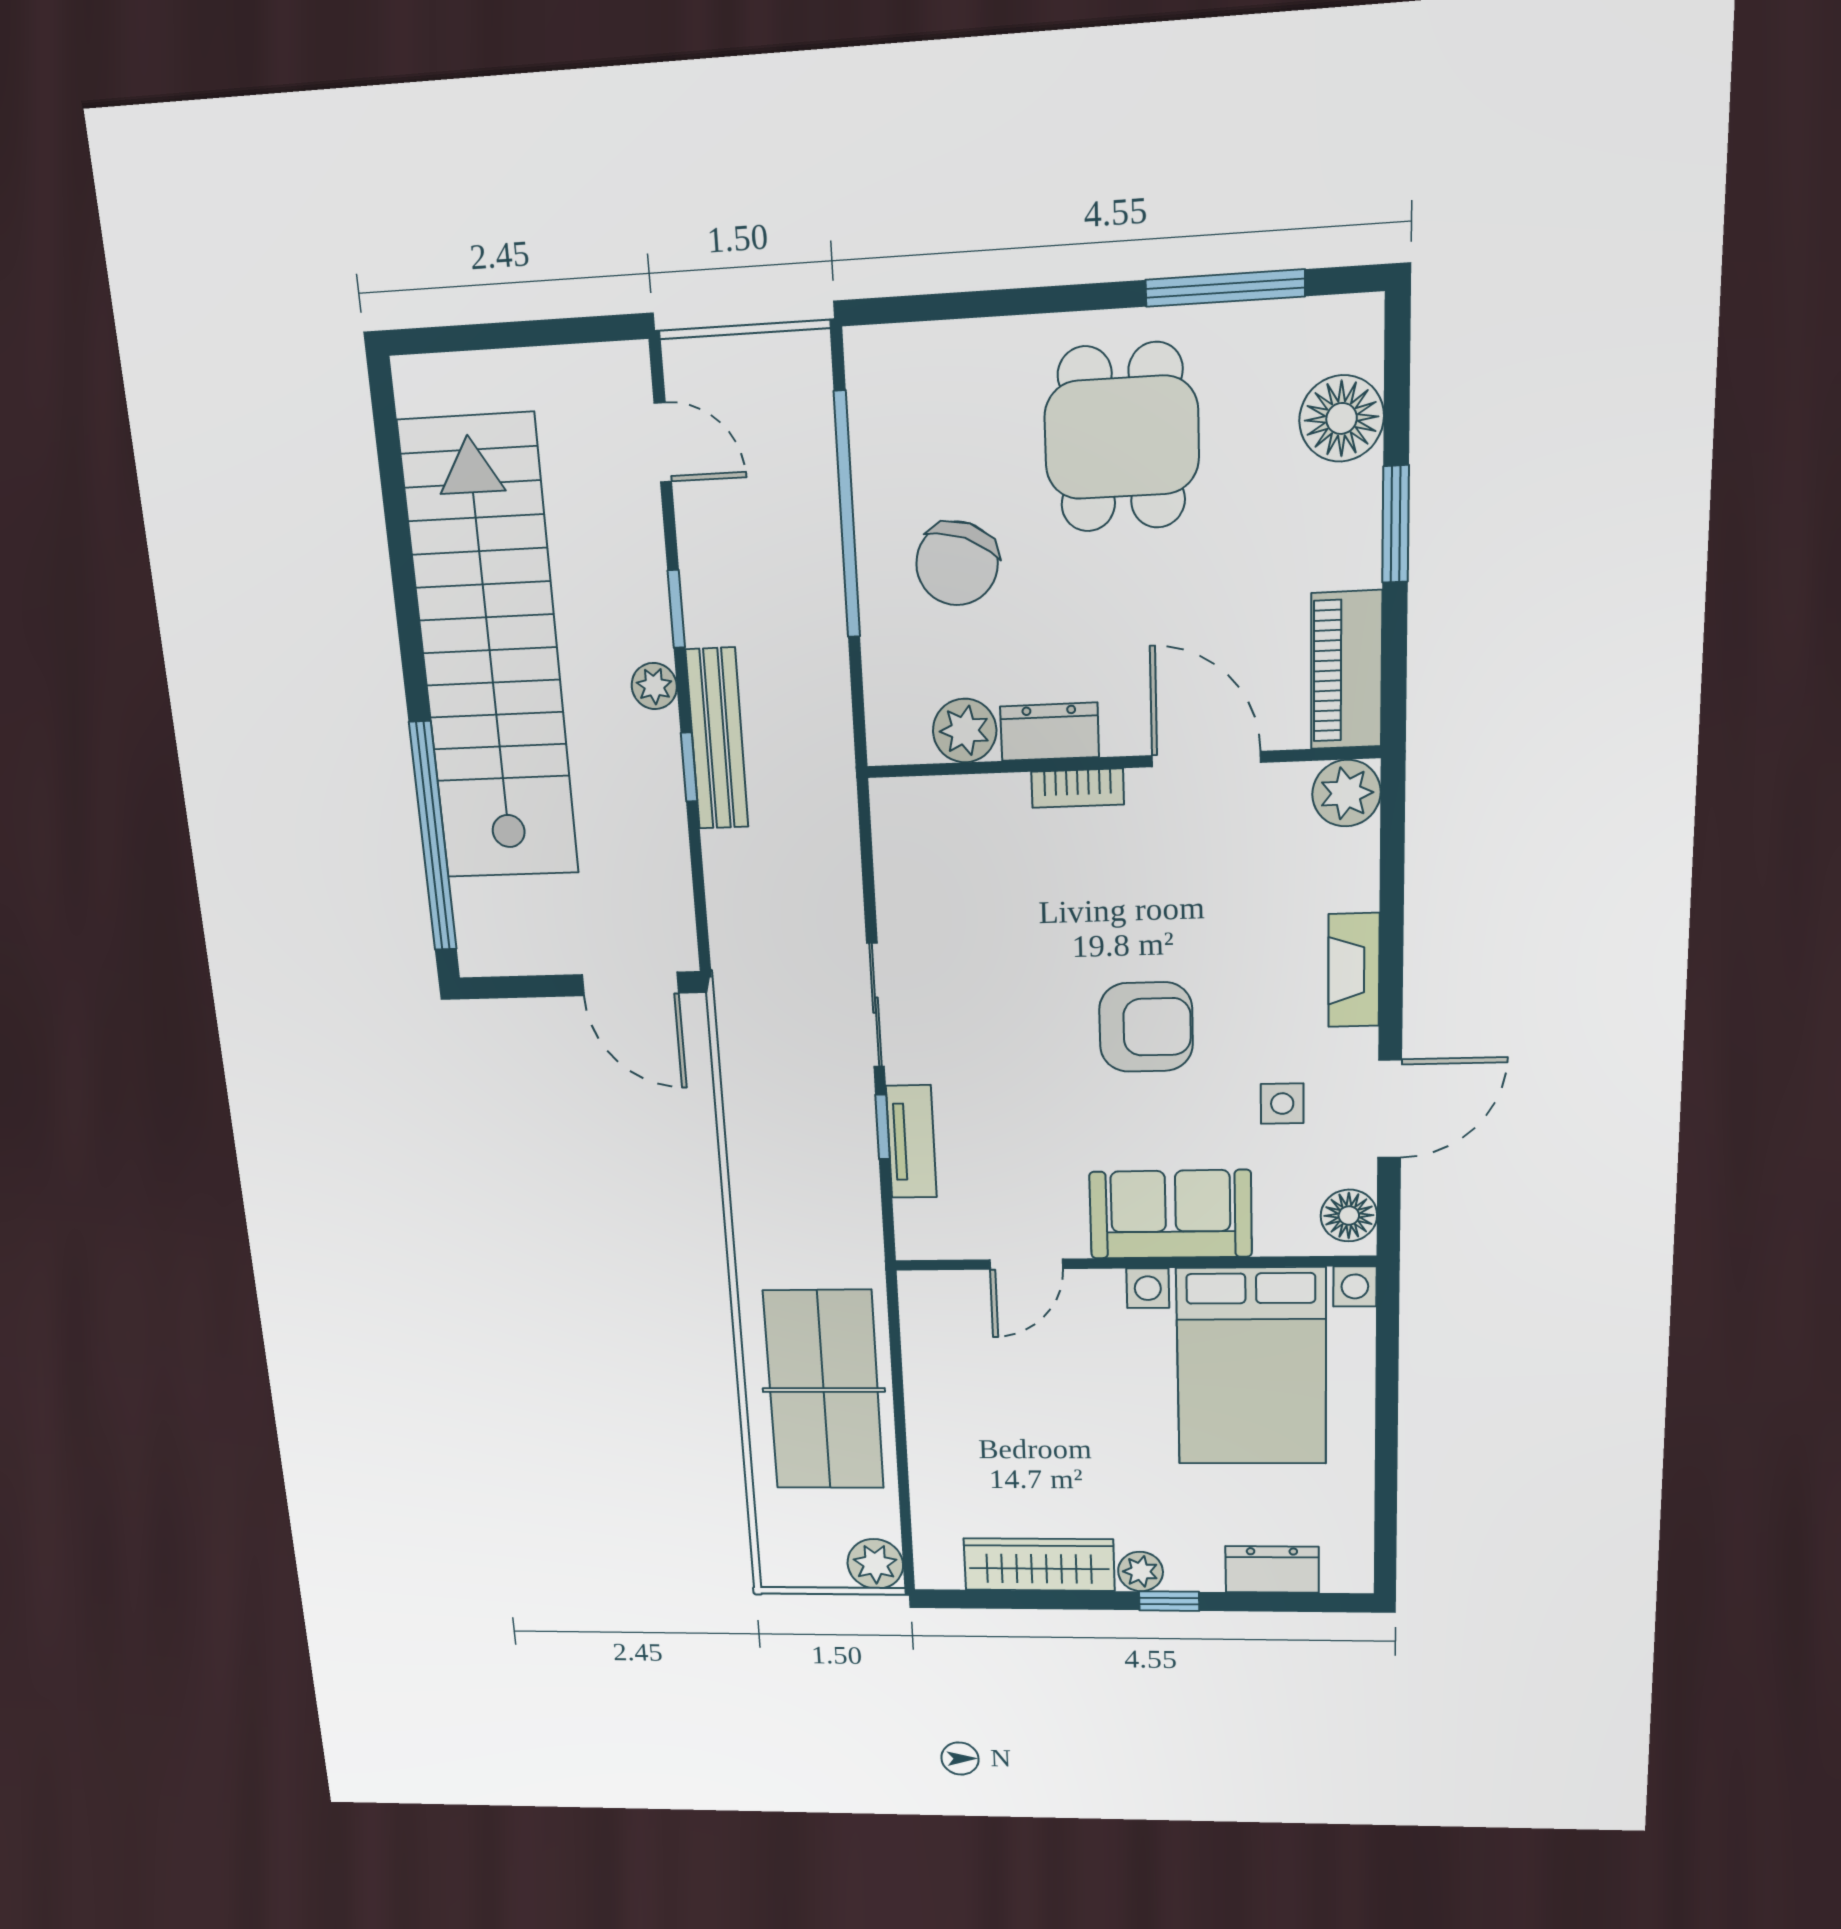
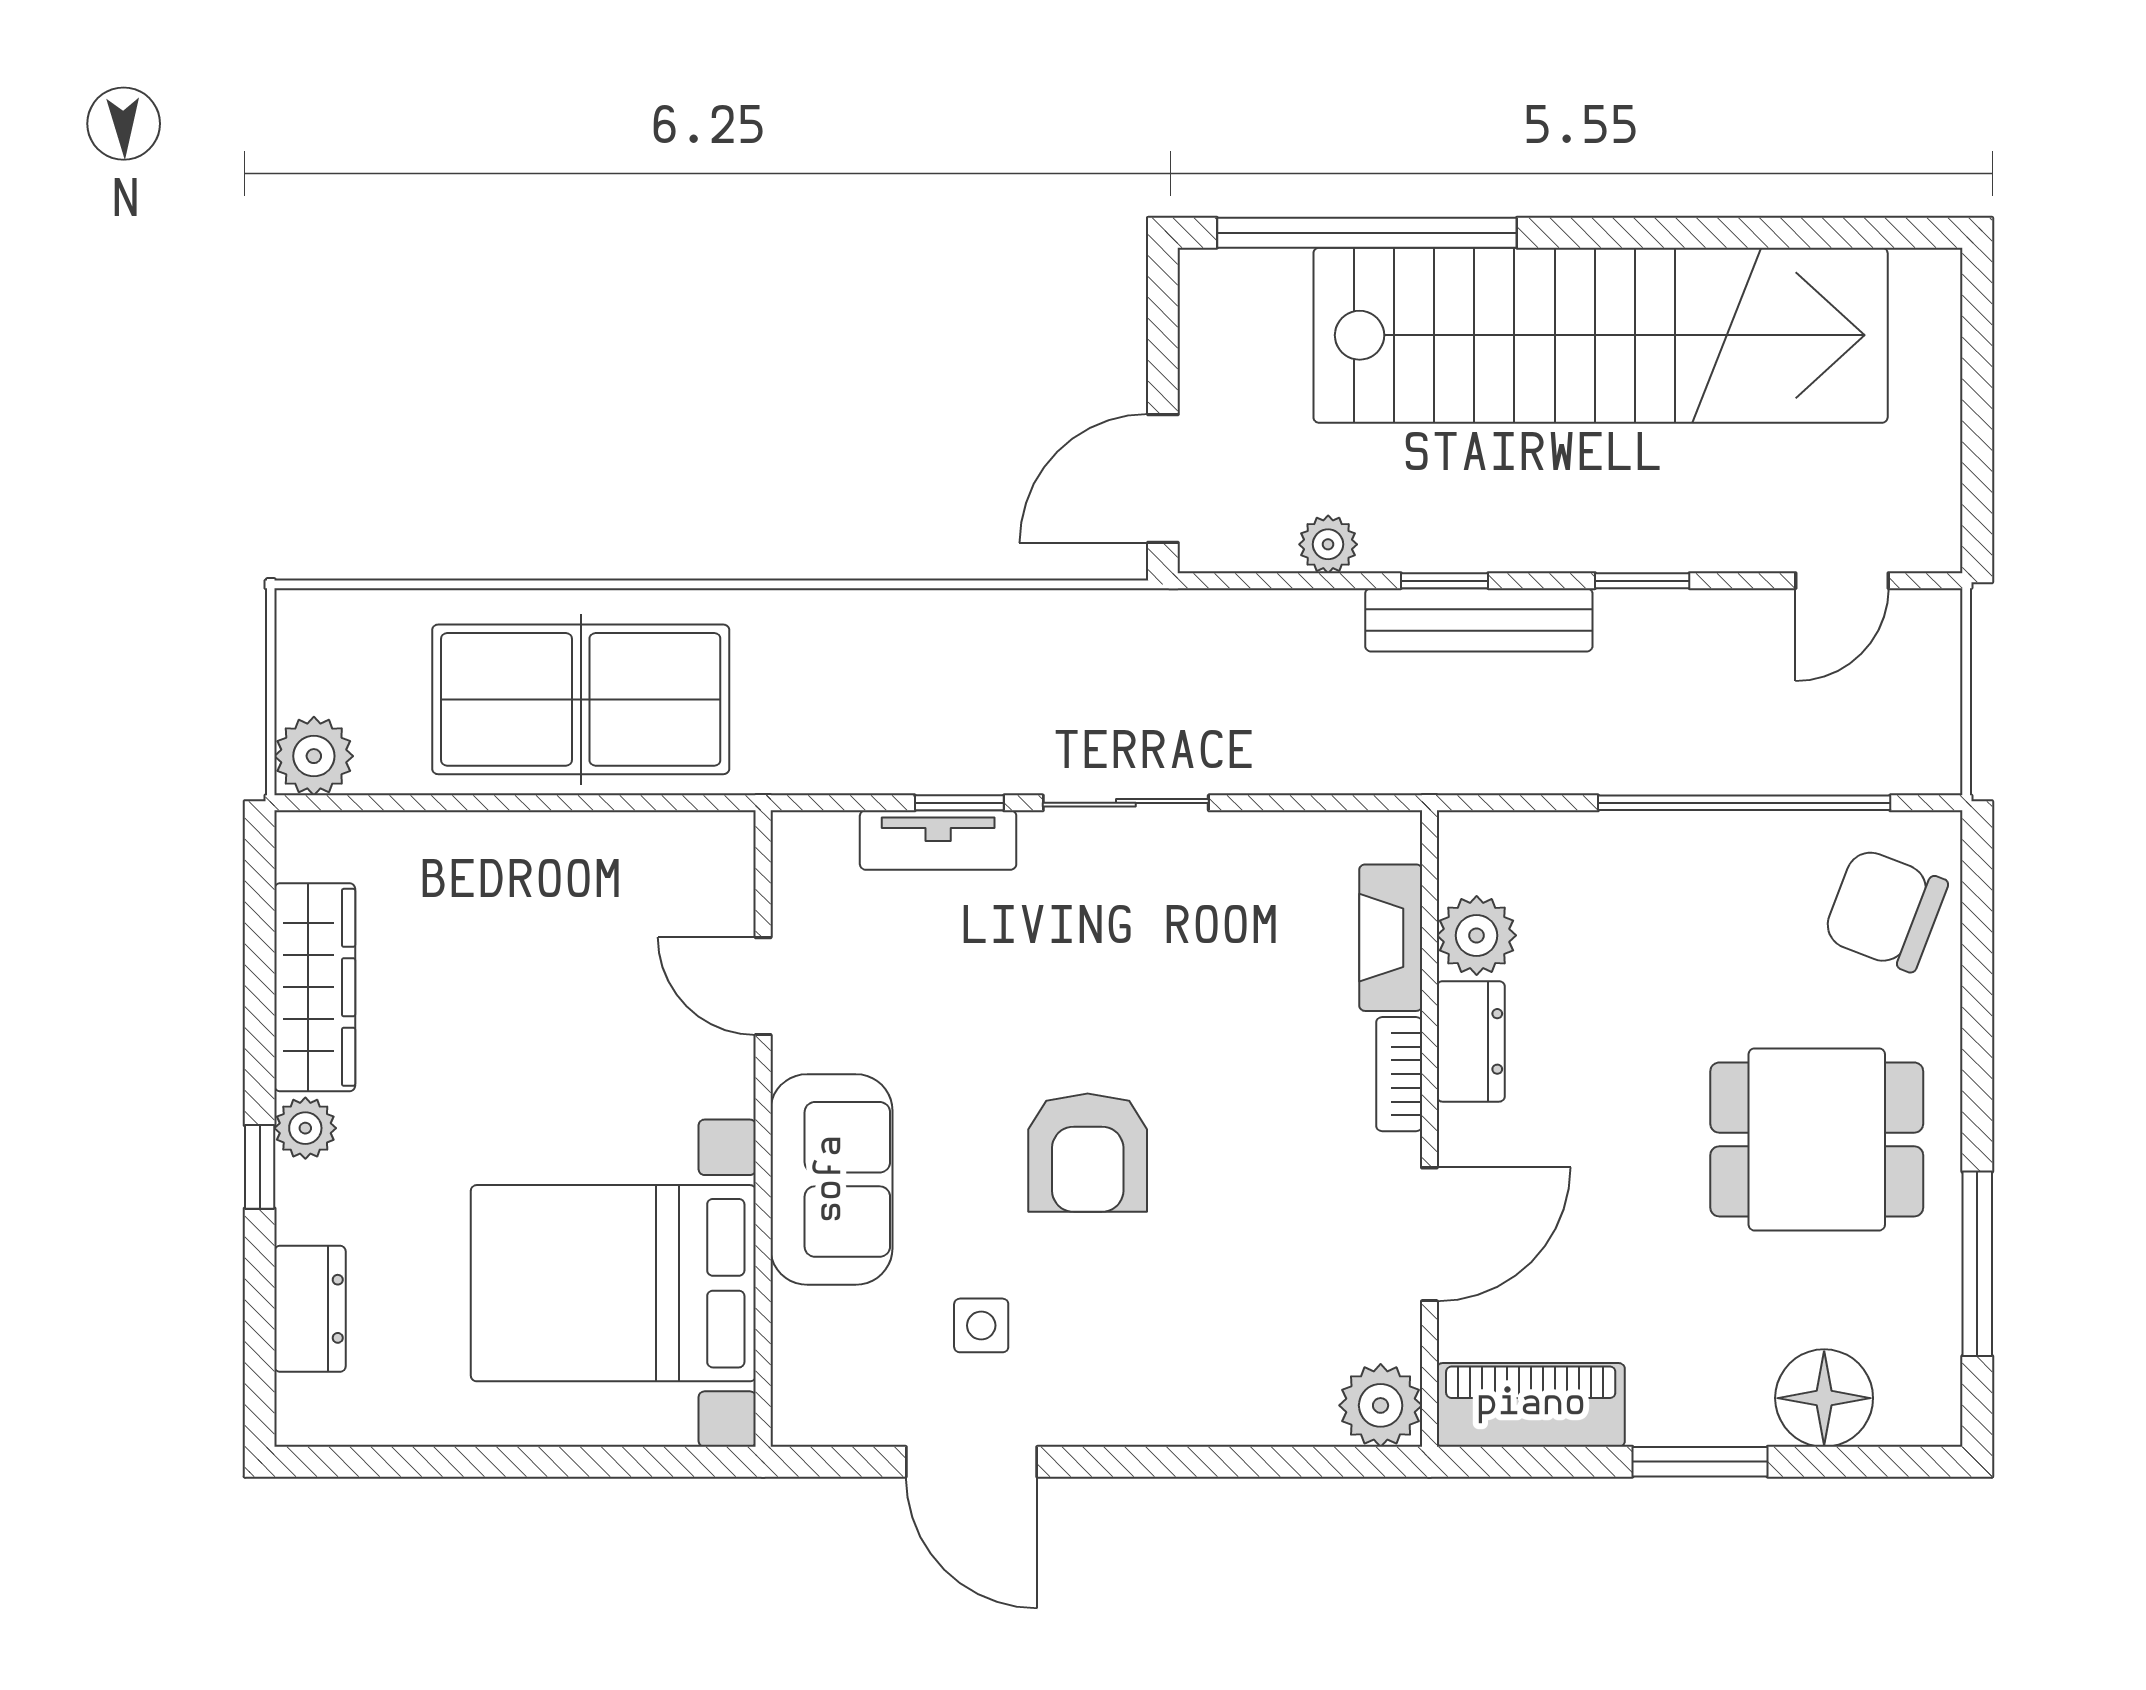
chair: (957, 563) -> (1885, 910), moved
plant: (654, 686) -> (1328, 544), moved
fireplace: (1354, 970) -> (1391, 938), moved, turned -90
floor lamp: (1349, 1216) -> (827, 1411), removed

